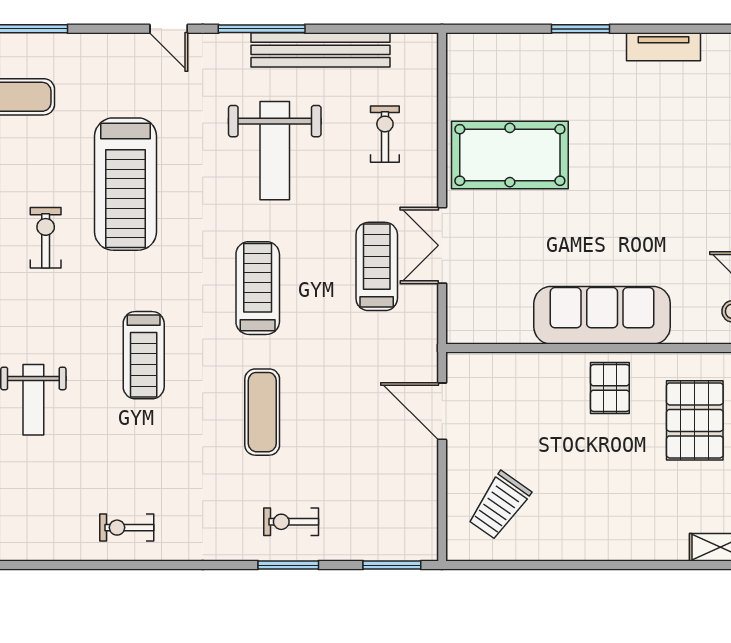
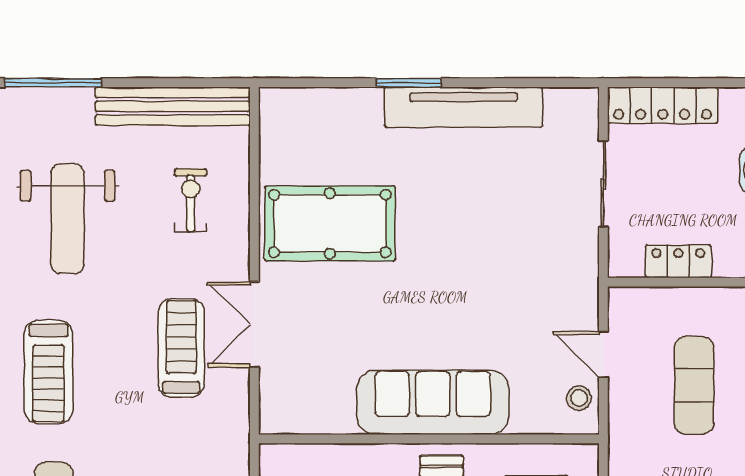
tv unit: (663, 47) -> (464, 107), width x1.92, depth x1.29
bench: (320, 50) -> (173, 106), moved
treadmill: (258, 288) -> (48, 372), turned 180

